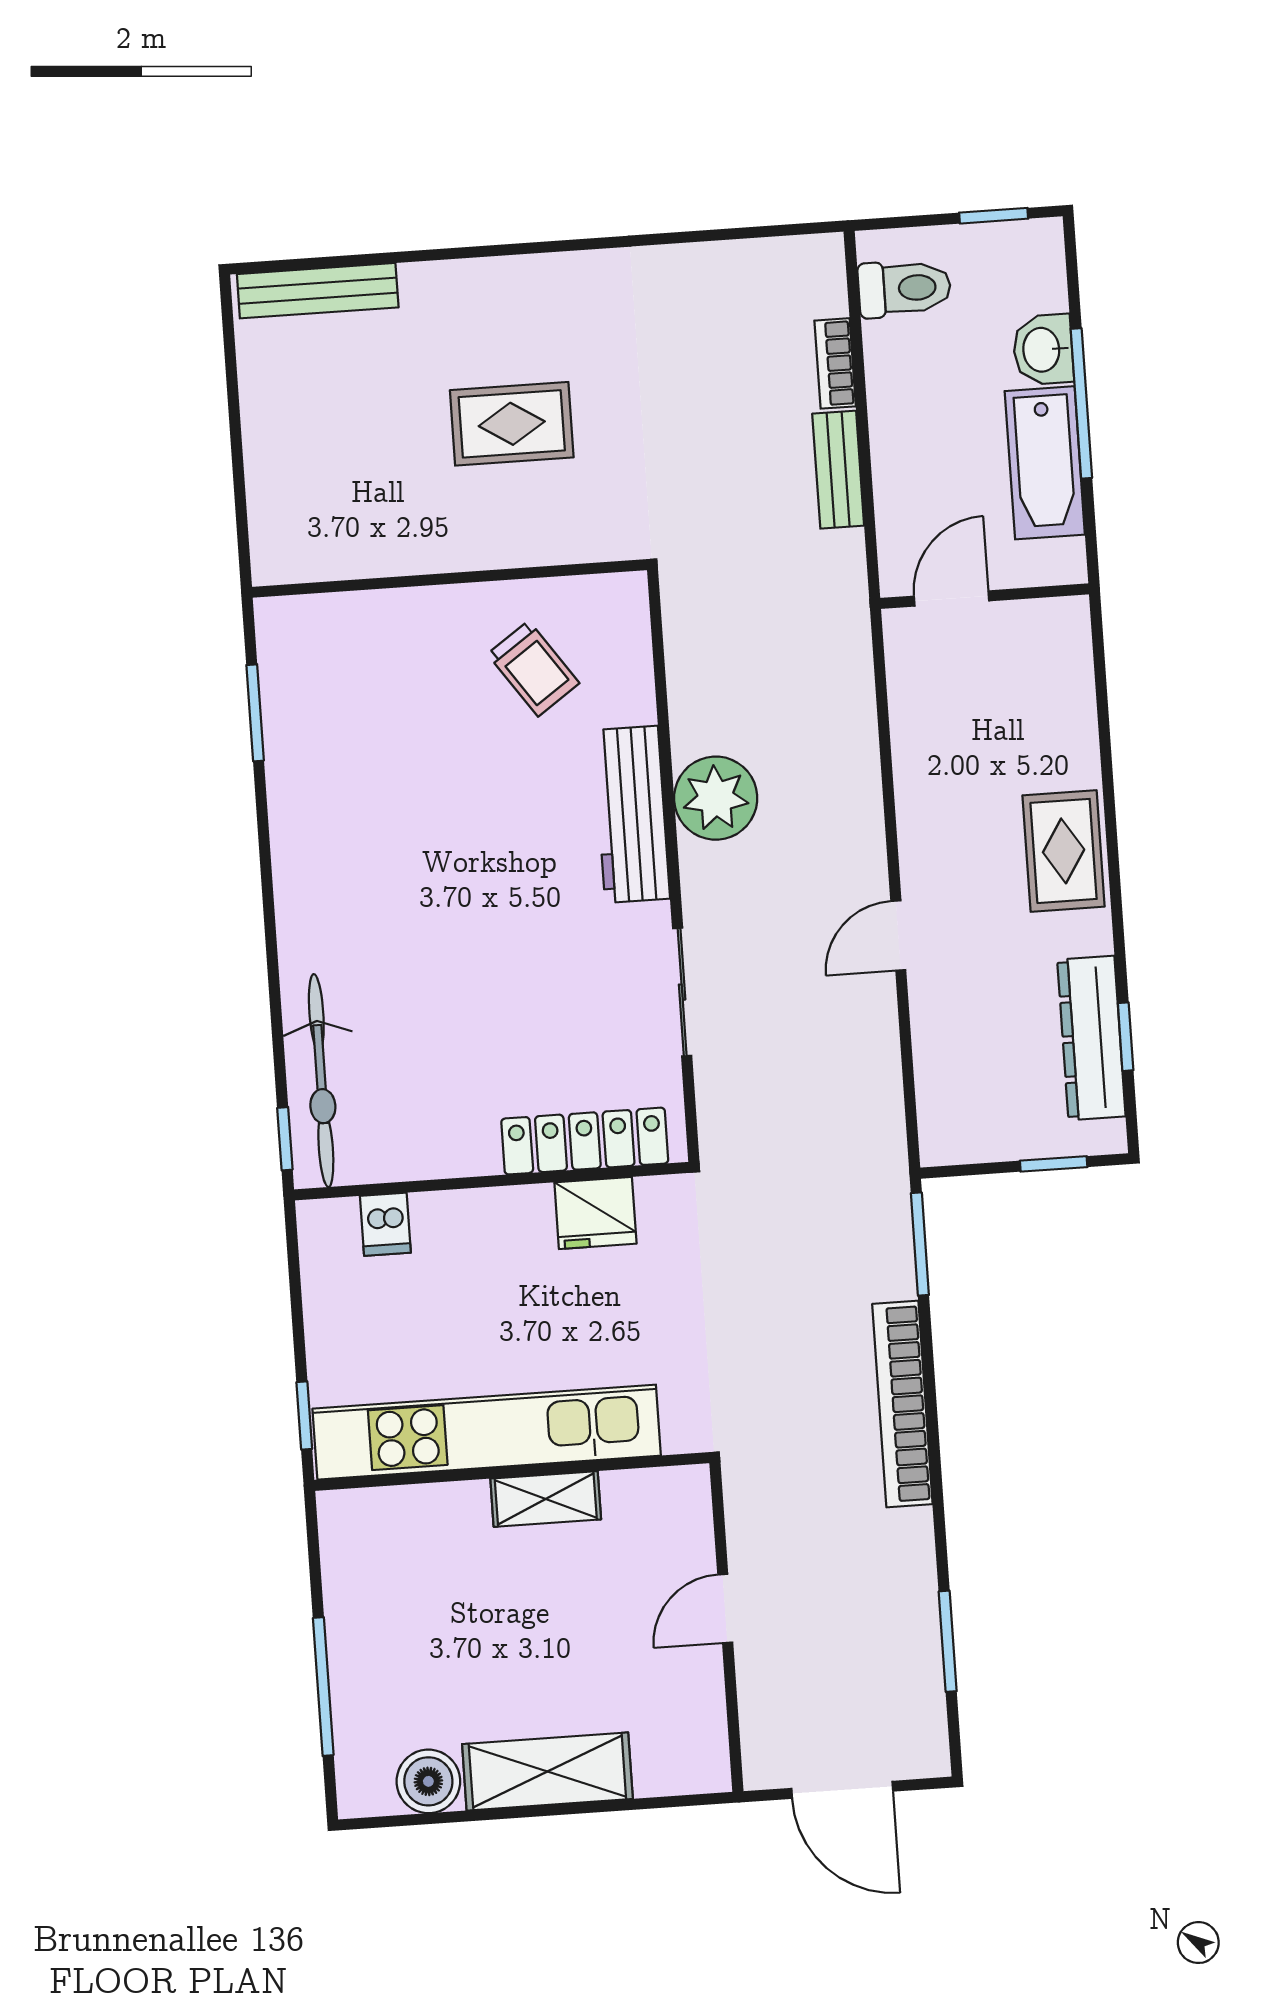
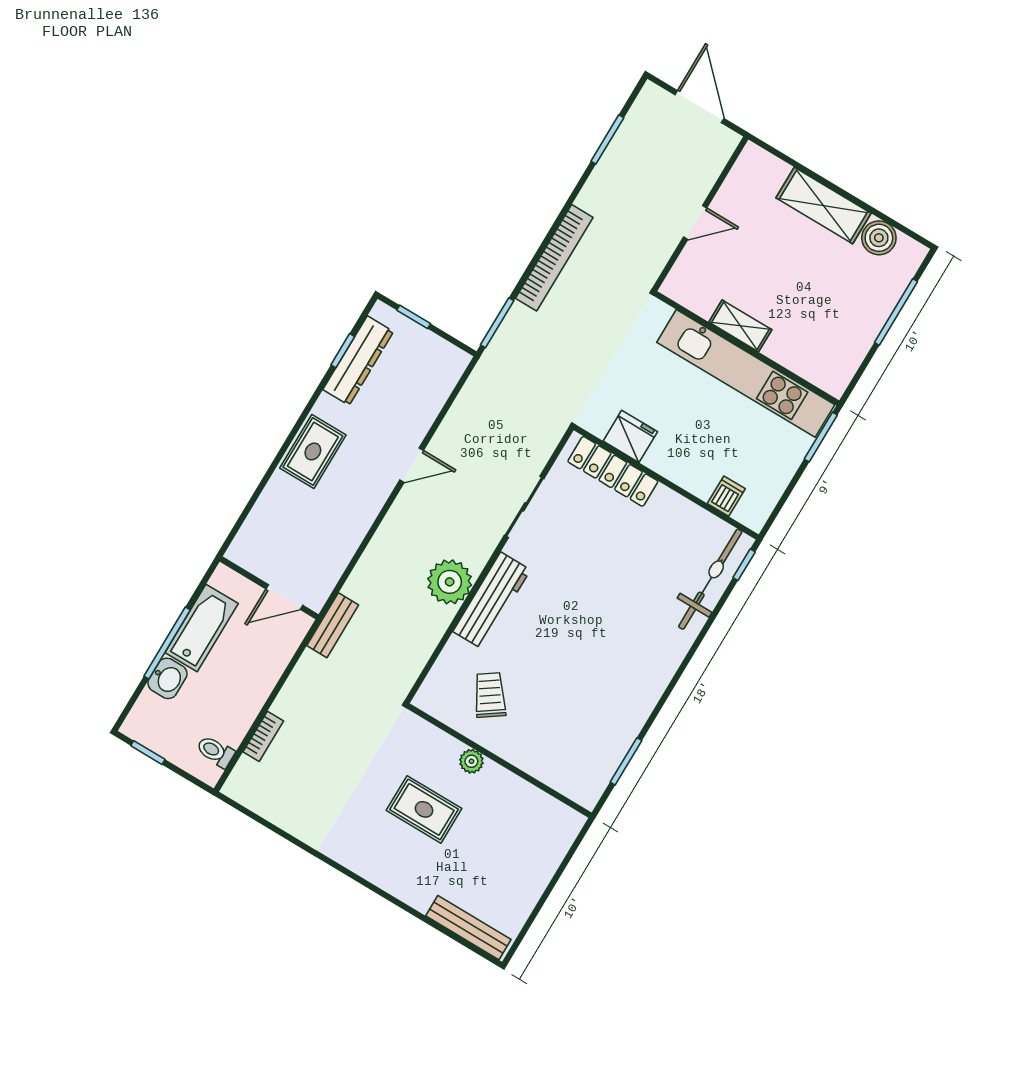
toilet: (904, 288) -> (215, 752), width x0.73, depth x0.72
bench: (838, 470) -> (333, 625), moved
plant: (491, 548) -> (471, 761), added
window: (304, 1416) -> (821, 437), width x1.50

